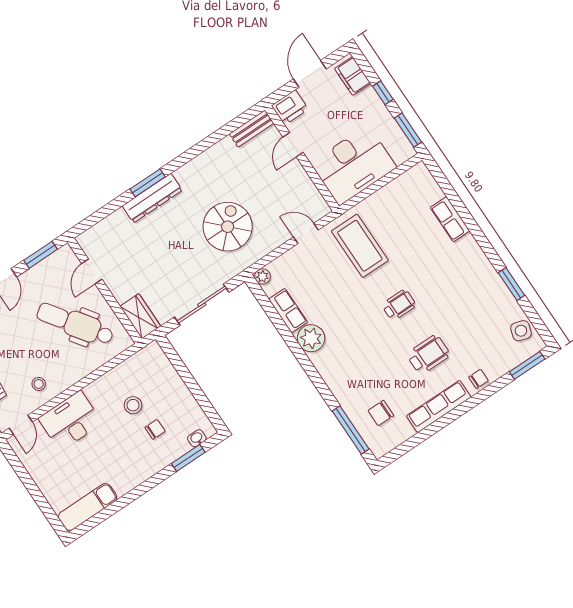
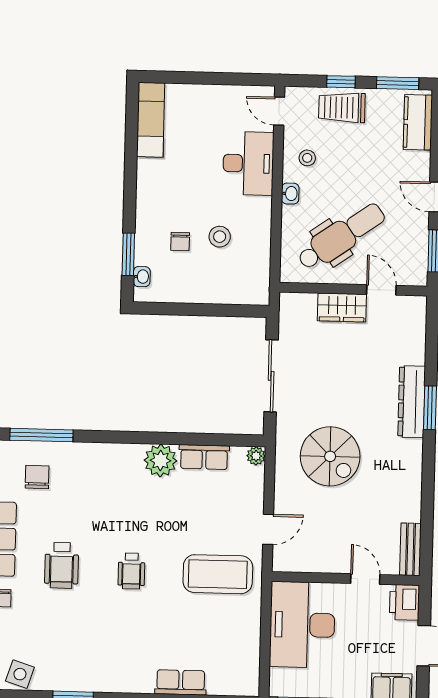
wardrobe: (140, 316) -> (342, 308), moved
washbasin: (71, 378) -> (290, 194), added

